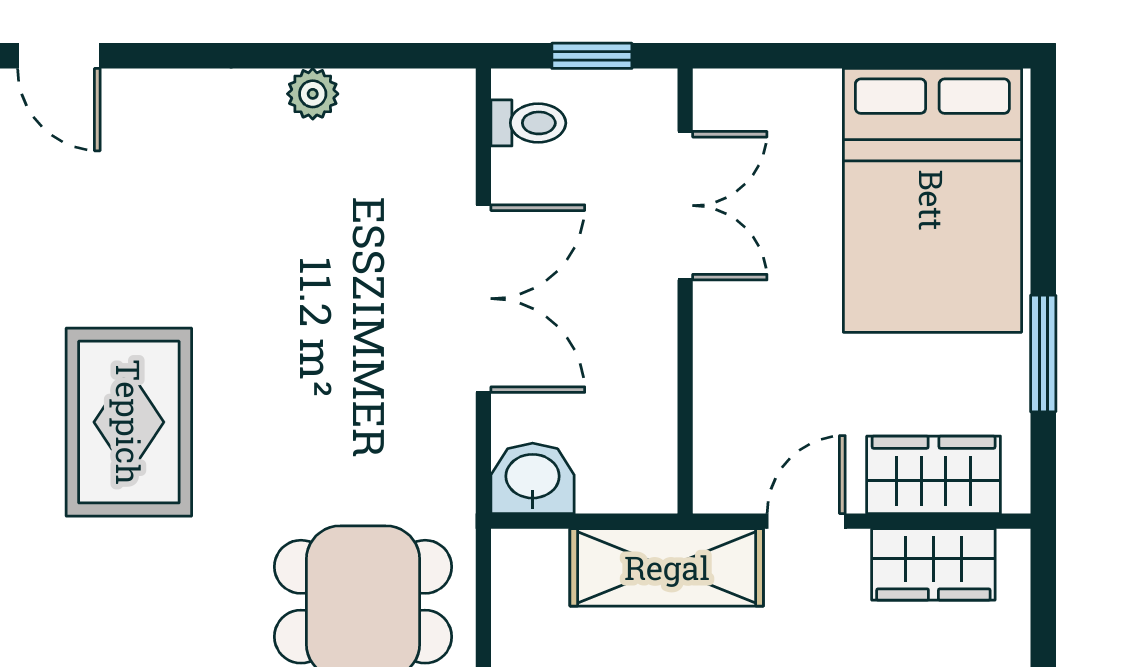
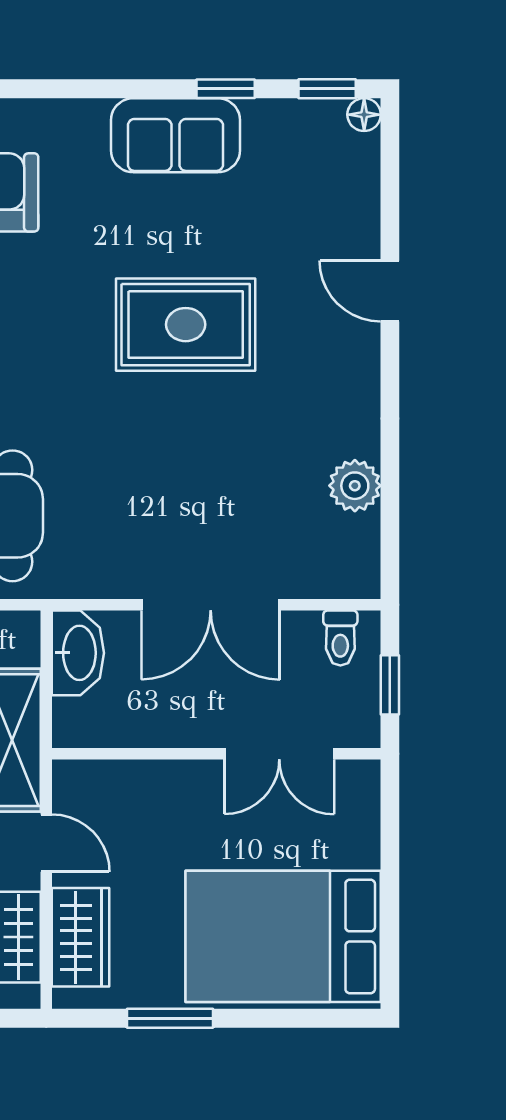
door: (59, 56) -> (390, 291), hinge flipped
plant: (313, 94) -> (355, 486), width x1.38, depth x1.38
rug: (129, 422) -> (186, 325), moved
washbasin: (533, 478) -> (78, 653), width x1.38

